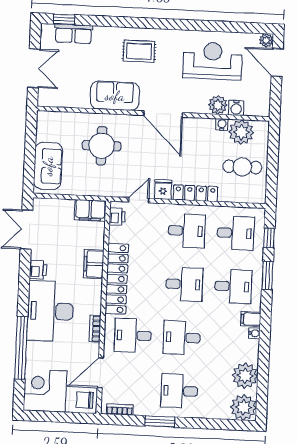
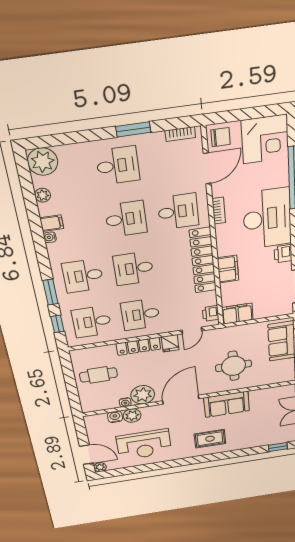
row of seats: (74, 34) -> (269, 439), removed
door: (163, 114) -> (181, 400), hinge flipped
plant: (241, 132) -> (143, 395), moved
filing cabinet: (251, 319) -> (52, 223), moved
plant: (245, 376) -> (43, 195), width x0.53, depth x0.53

